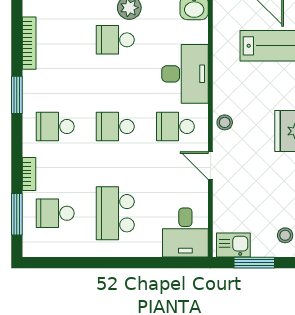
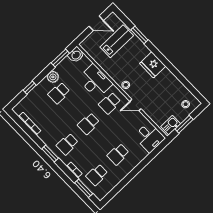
window: (17, 95) -> (50, 153), moved
school desk: (115, 213) -> (118, 154), width x0.54

